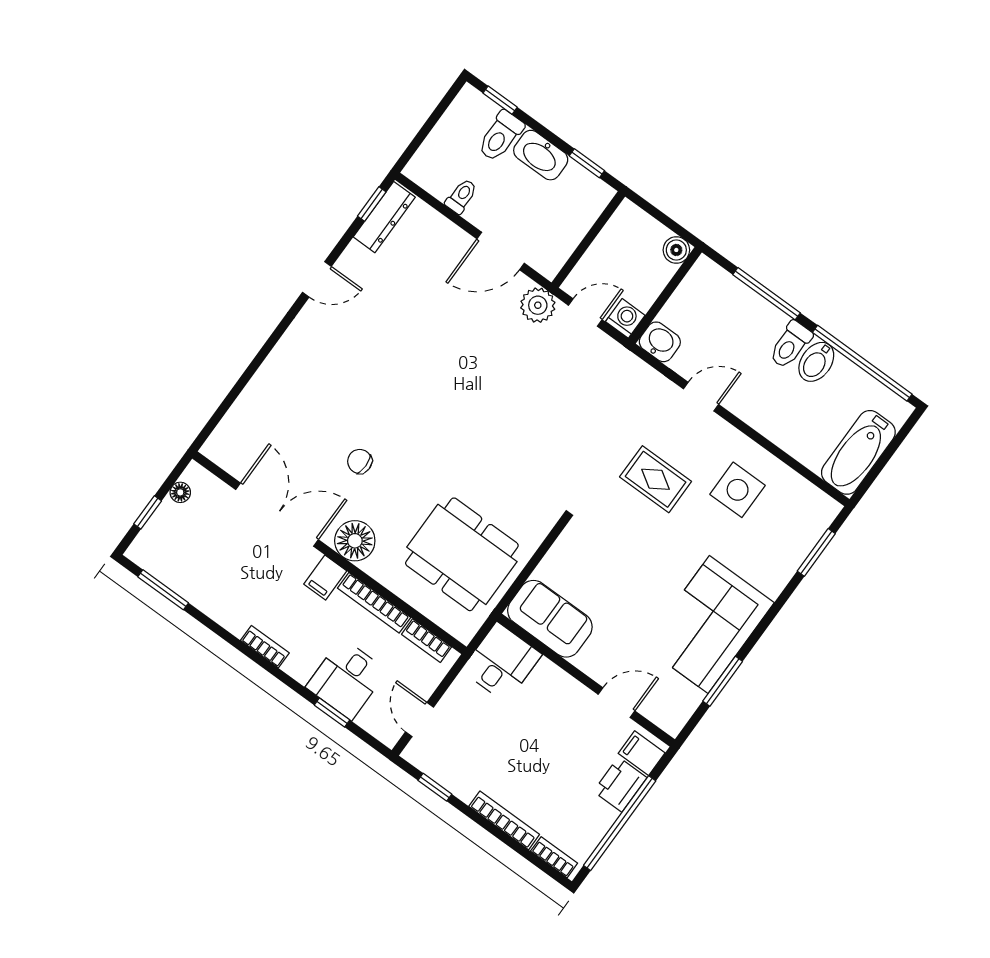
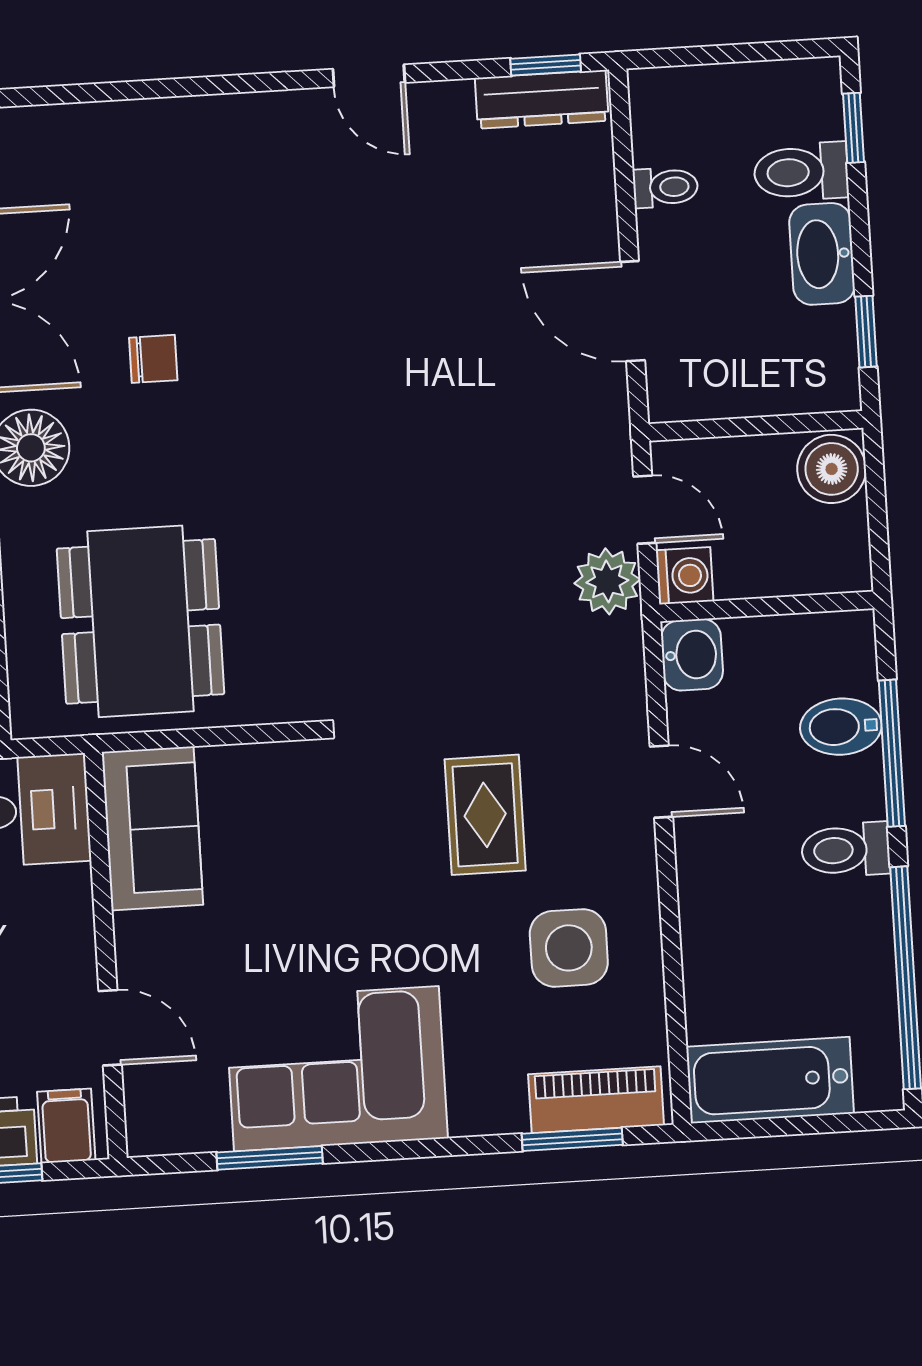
boiler: (676, 250) -> (832, 469), moved, width x1.36, depth x1.36
plant: (538, 305) -> (607, 581), moved
bidet: (816, 362) -> (841, 727), moved
chair: (360, 461) -> (153, 359), turned 90
piano: (808, 529) -> (596, 1100), added

